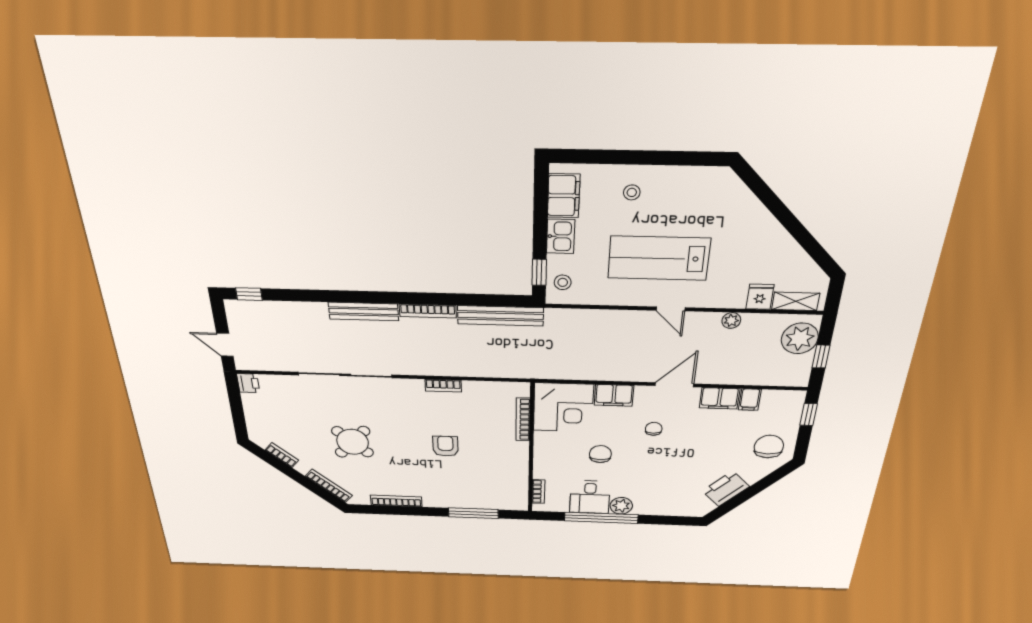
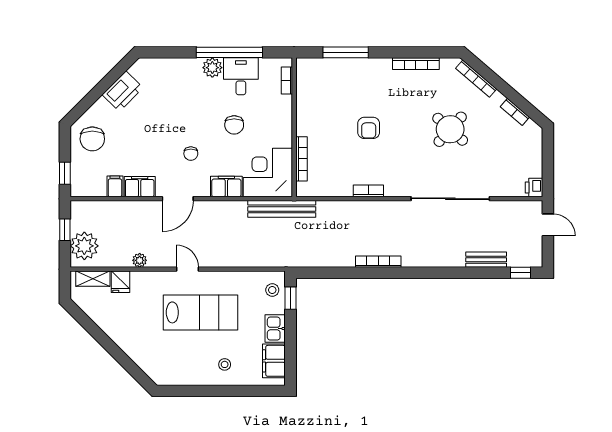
bench: (363, 311) -> (486, 260), moved, width x0.73
bench: (500, 316) -> (282, 209), moved

